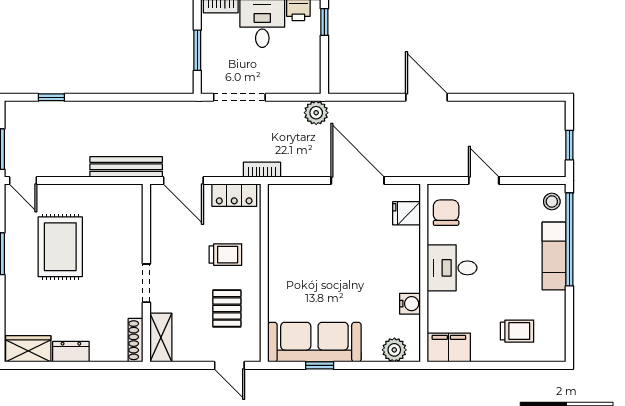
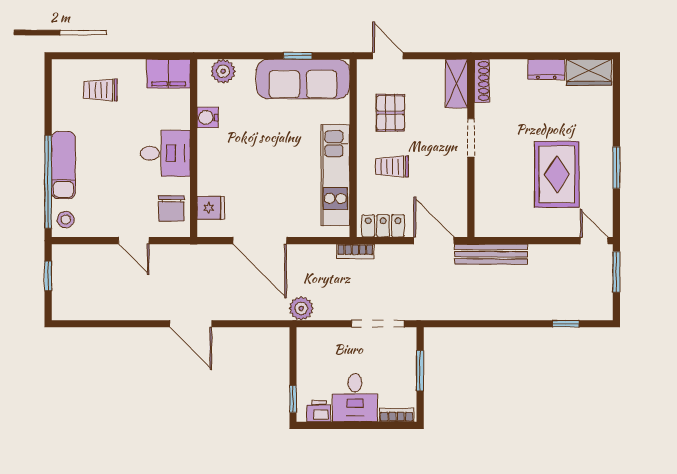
kitchen unit: (282, 246) -> (335, 175), added

